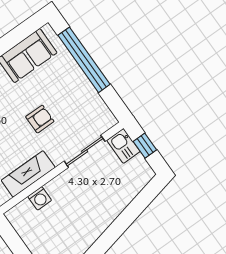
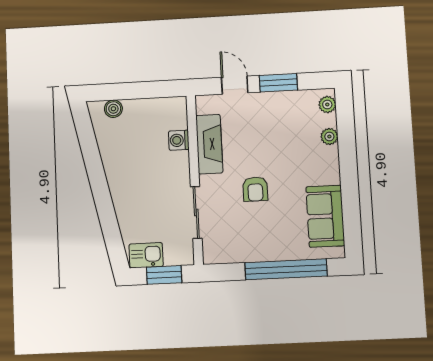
kitchen sink: (123, 146) -> (146, 255), moved
window: (145, 146) -> (164, 275), width x1.50

